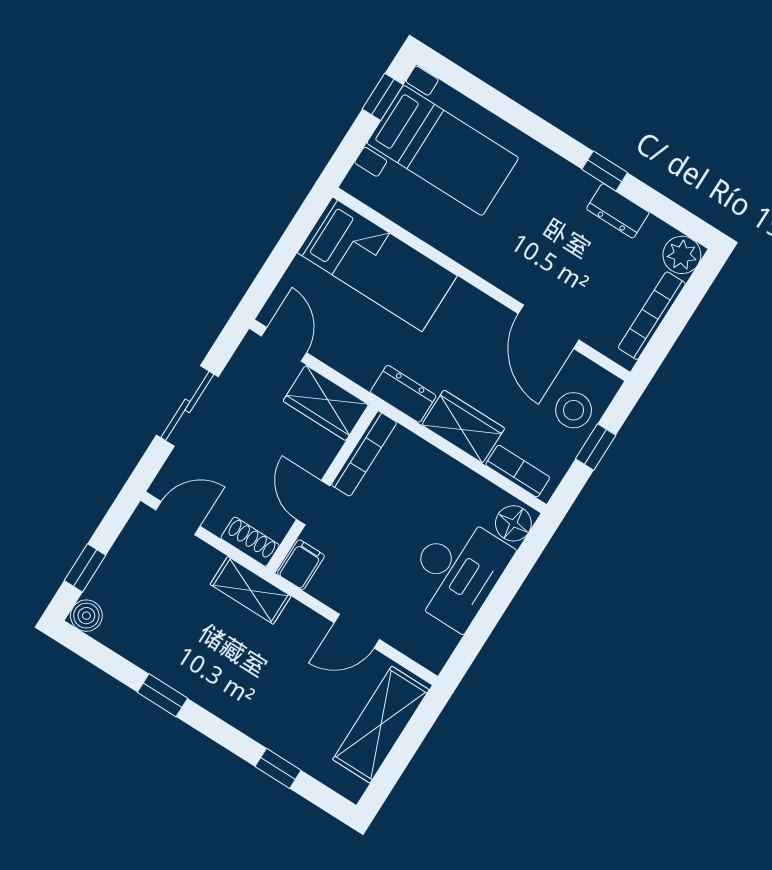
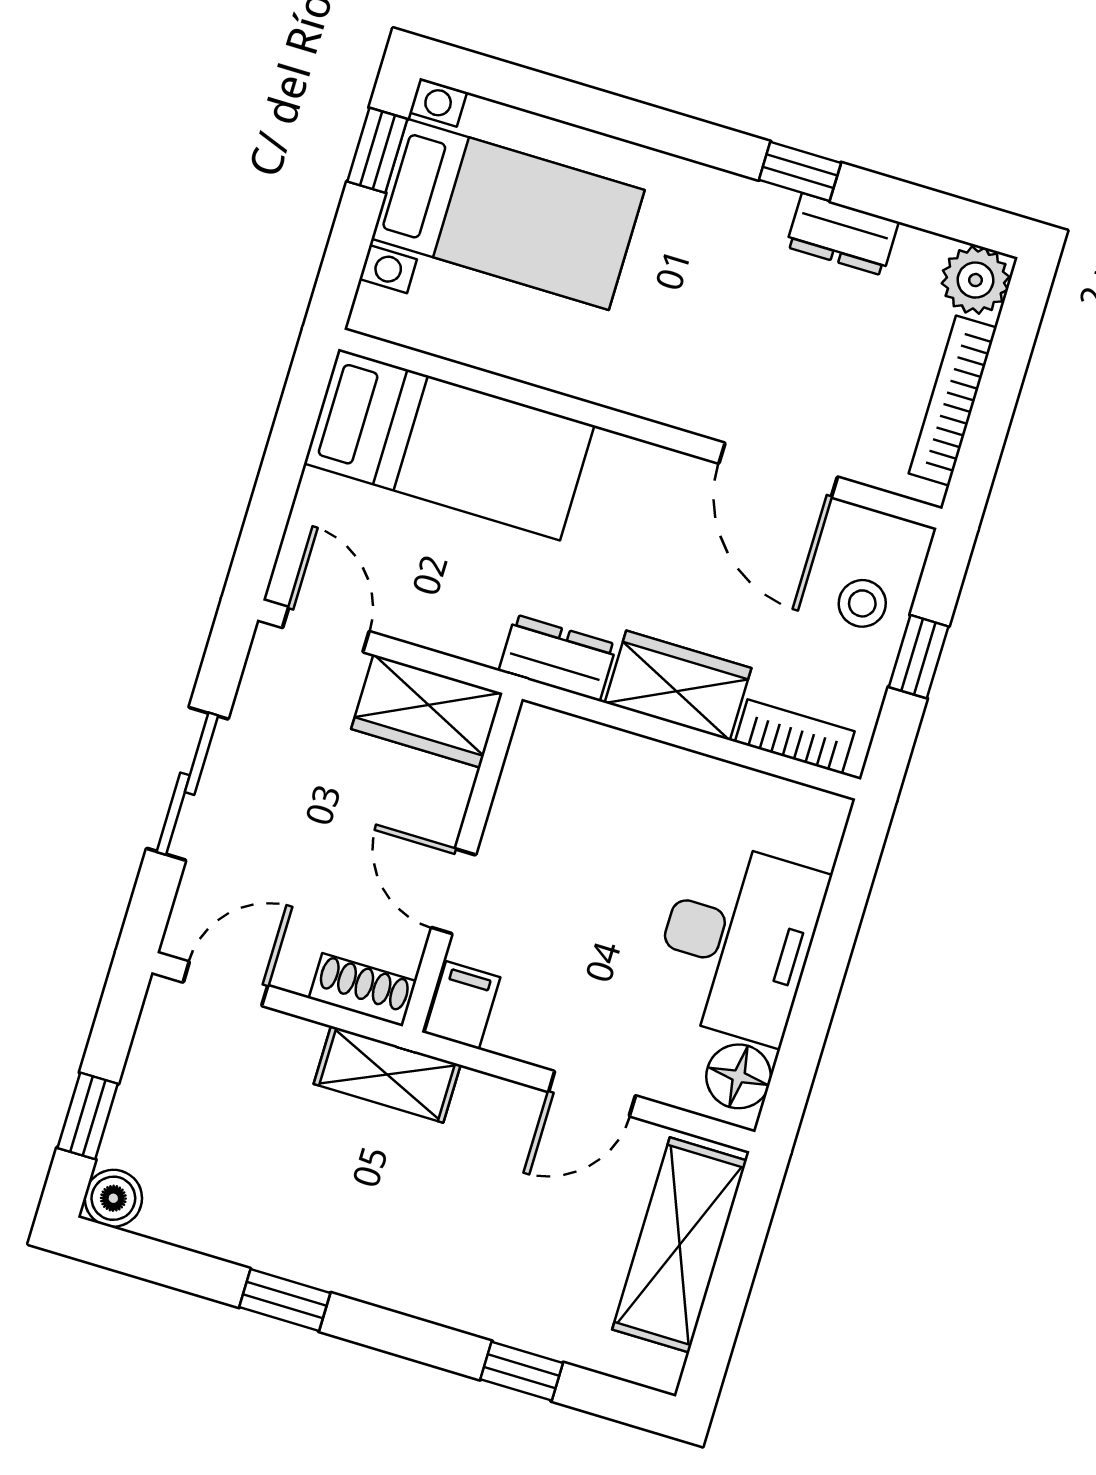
stool: (574, 410) -> (862, 603), width x0.73, depth x0.73
bookcase: (364, 454) -> (518, 781), removed
floor lamp: (513, 523) -> (739, 1076), moved

